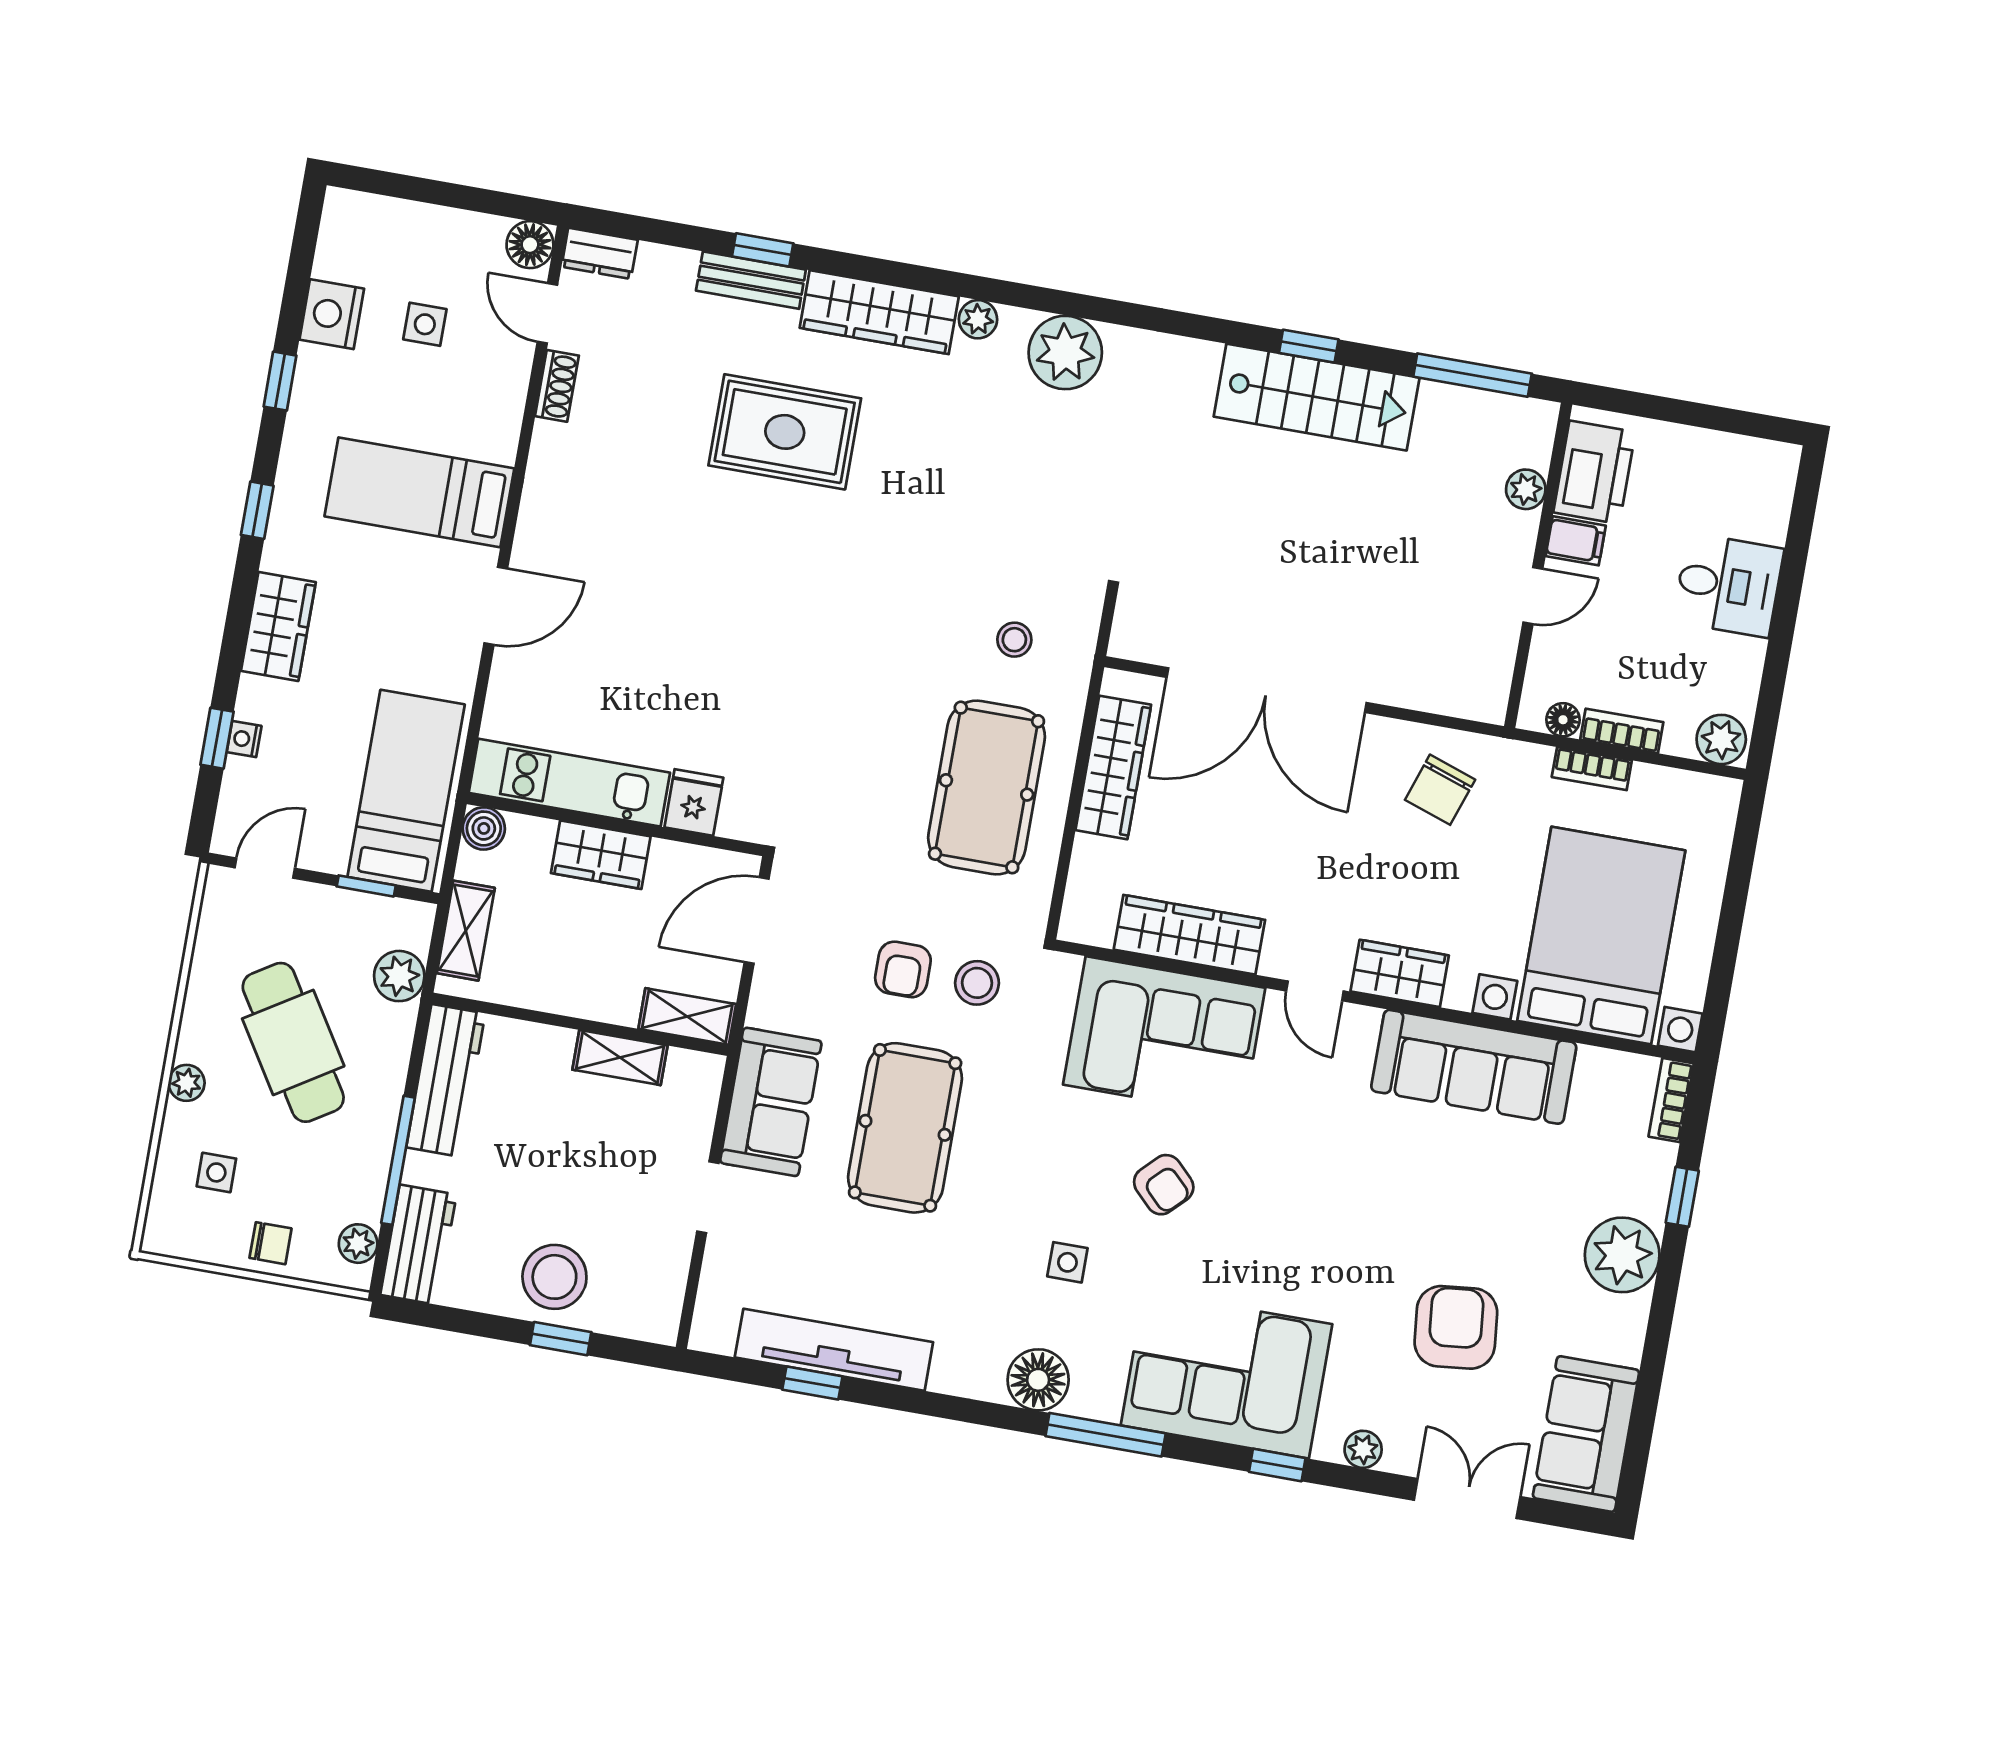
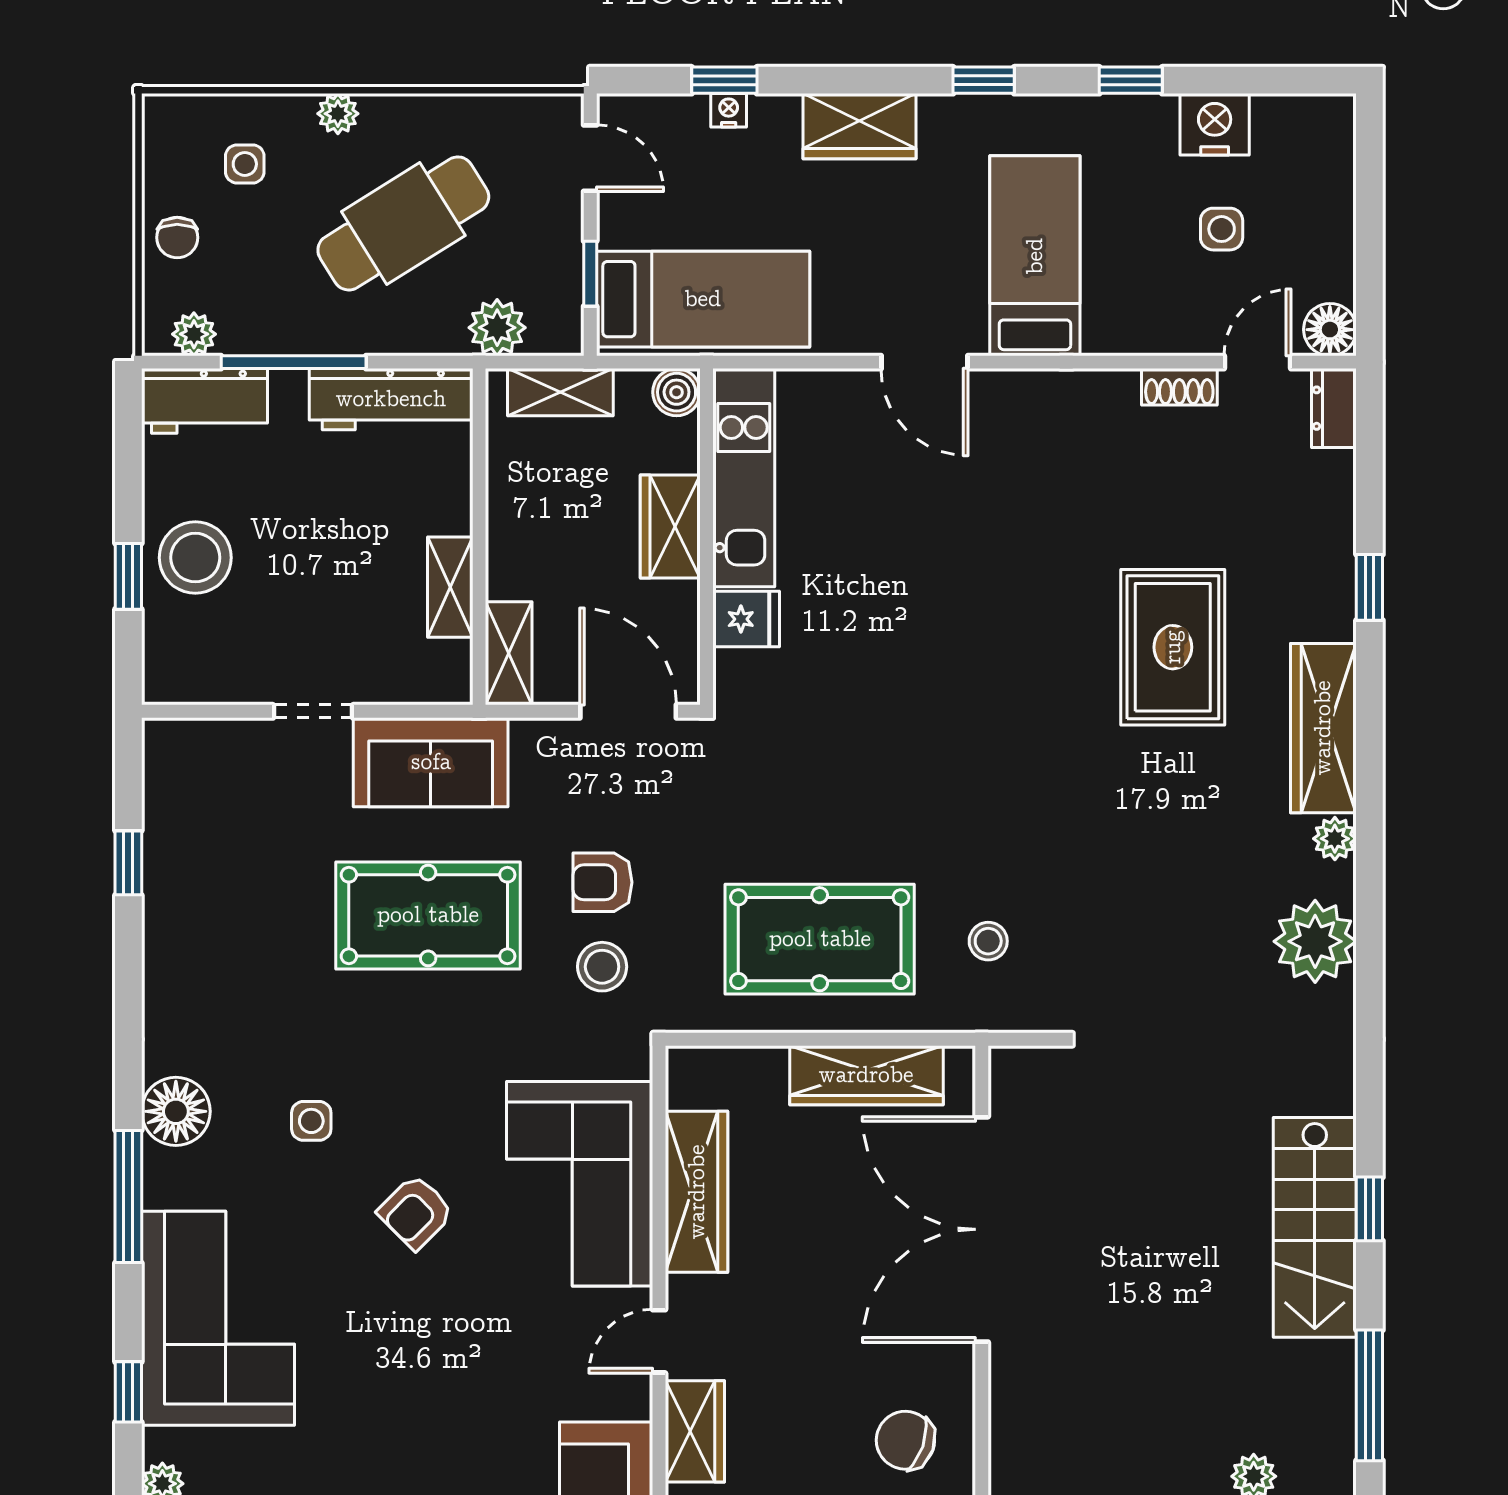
bench: (751, 280) -> (1334, 580), removed
tv unit: (834, 1350) -> (169, 880), removed

